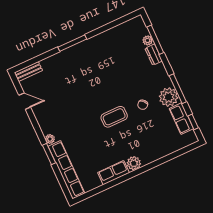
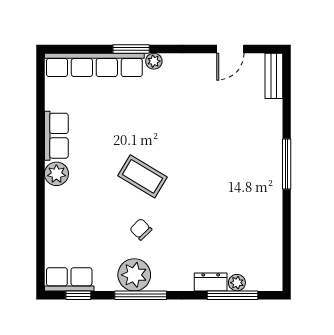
coffee table: (114, 117) -> (142, 176), turned -59
row of seats: (181, 119) -> (69, 279), moved

